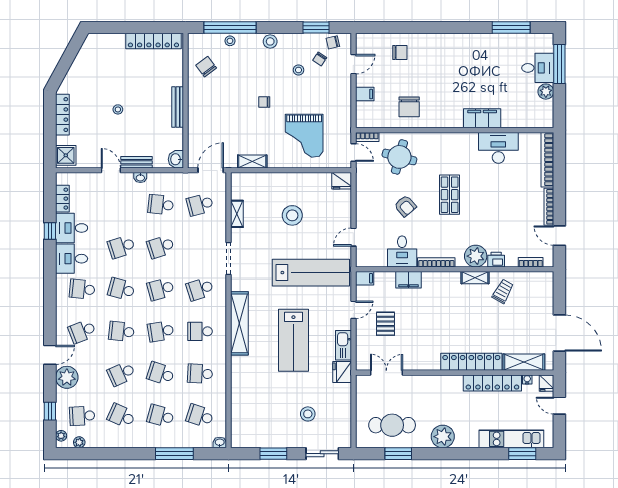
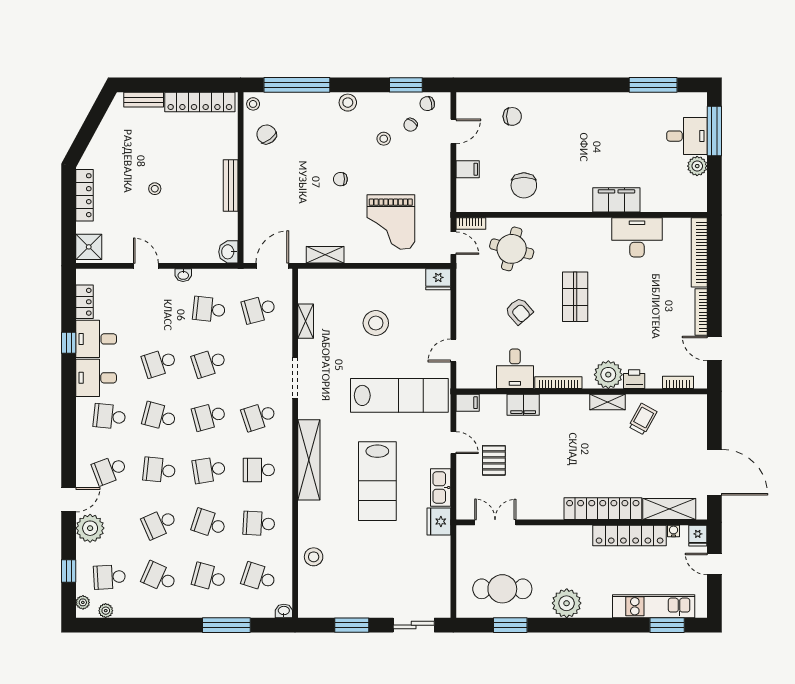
stool: (230, 41) -> (253, 104), moved
bench: (137, 162) -> (144, 100), moved
door: (353, 310) -> (453, 443), hinge flipped
stool: (308, 414) -> (314, 557), moved

